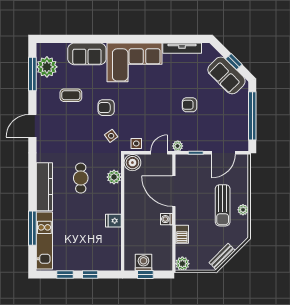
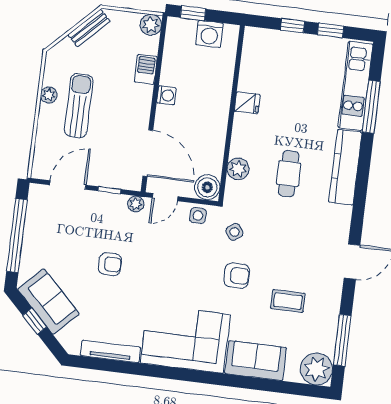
plant: (47, 67) -> (316, 369), moved
door: (174, 191) -> (148, 153), moved
window: (145, 275) -> (193, 13), moved

